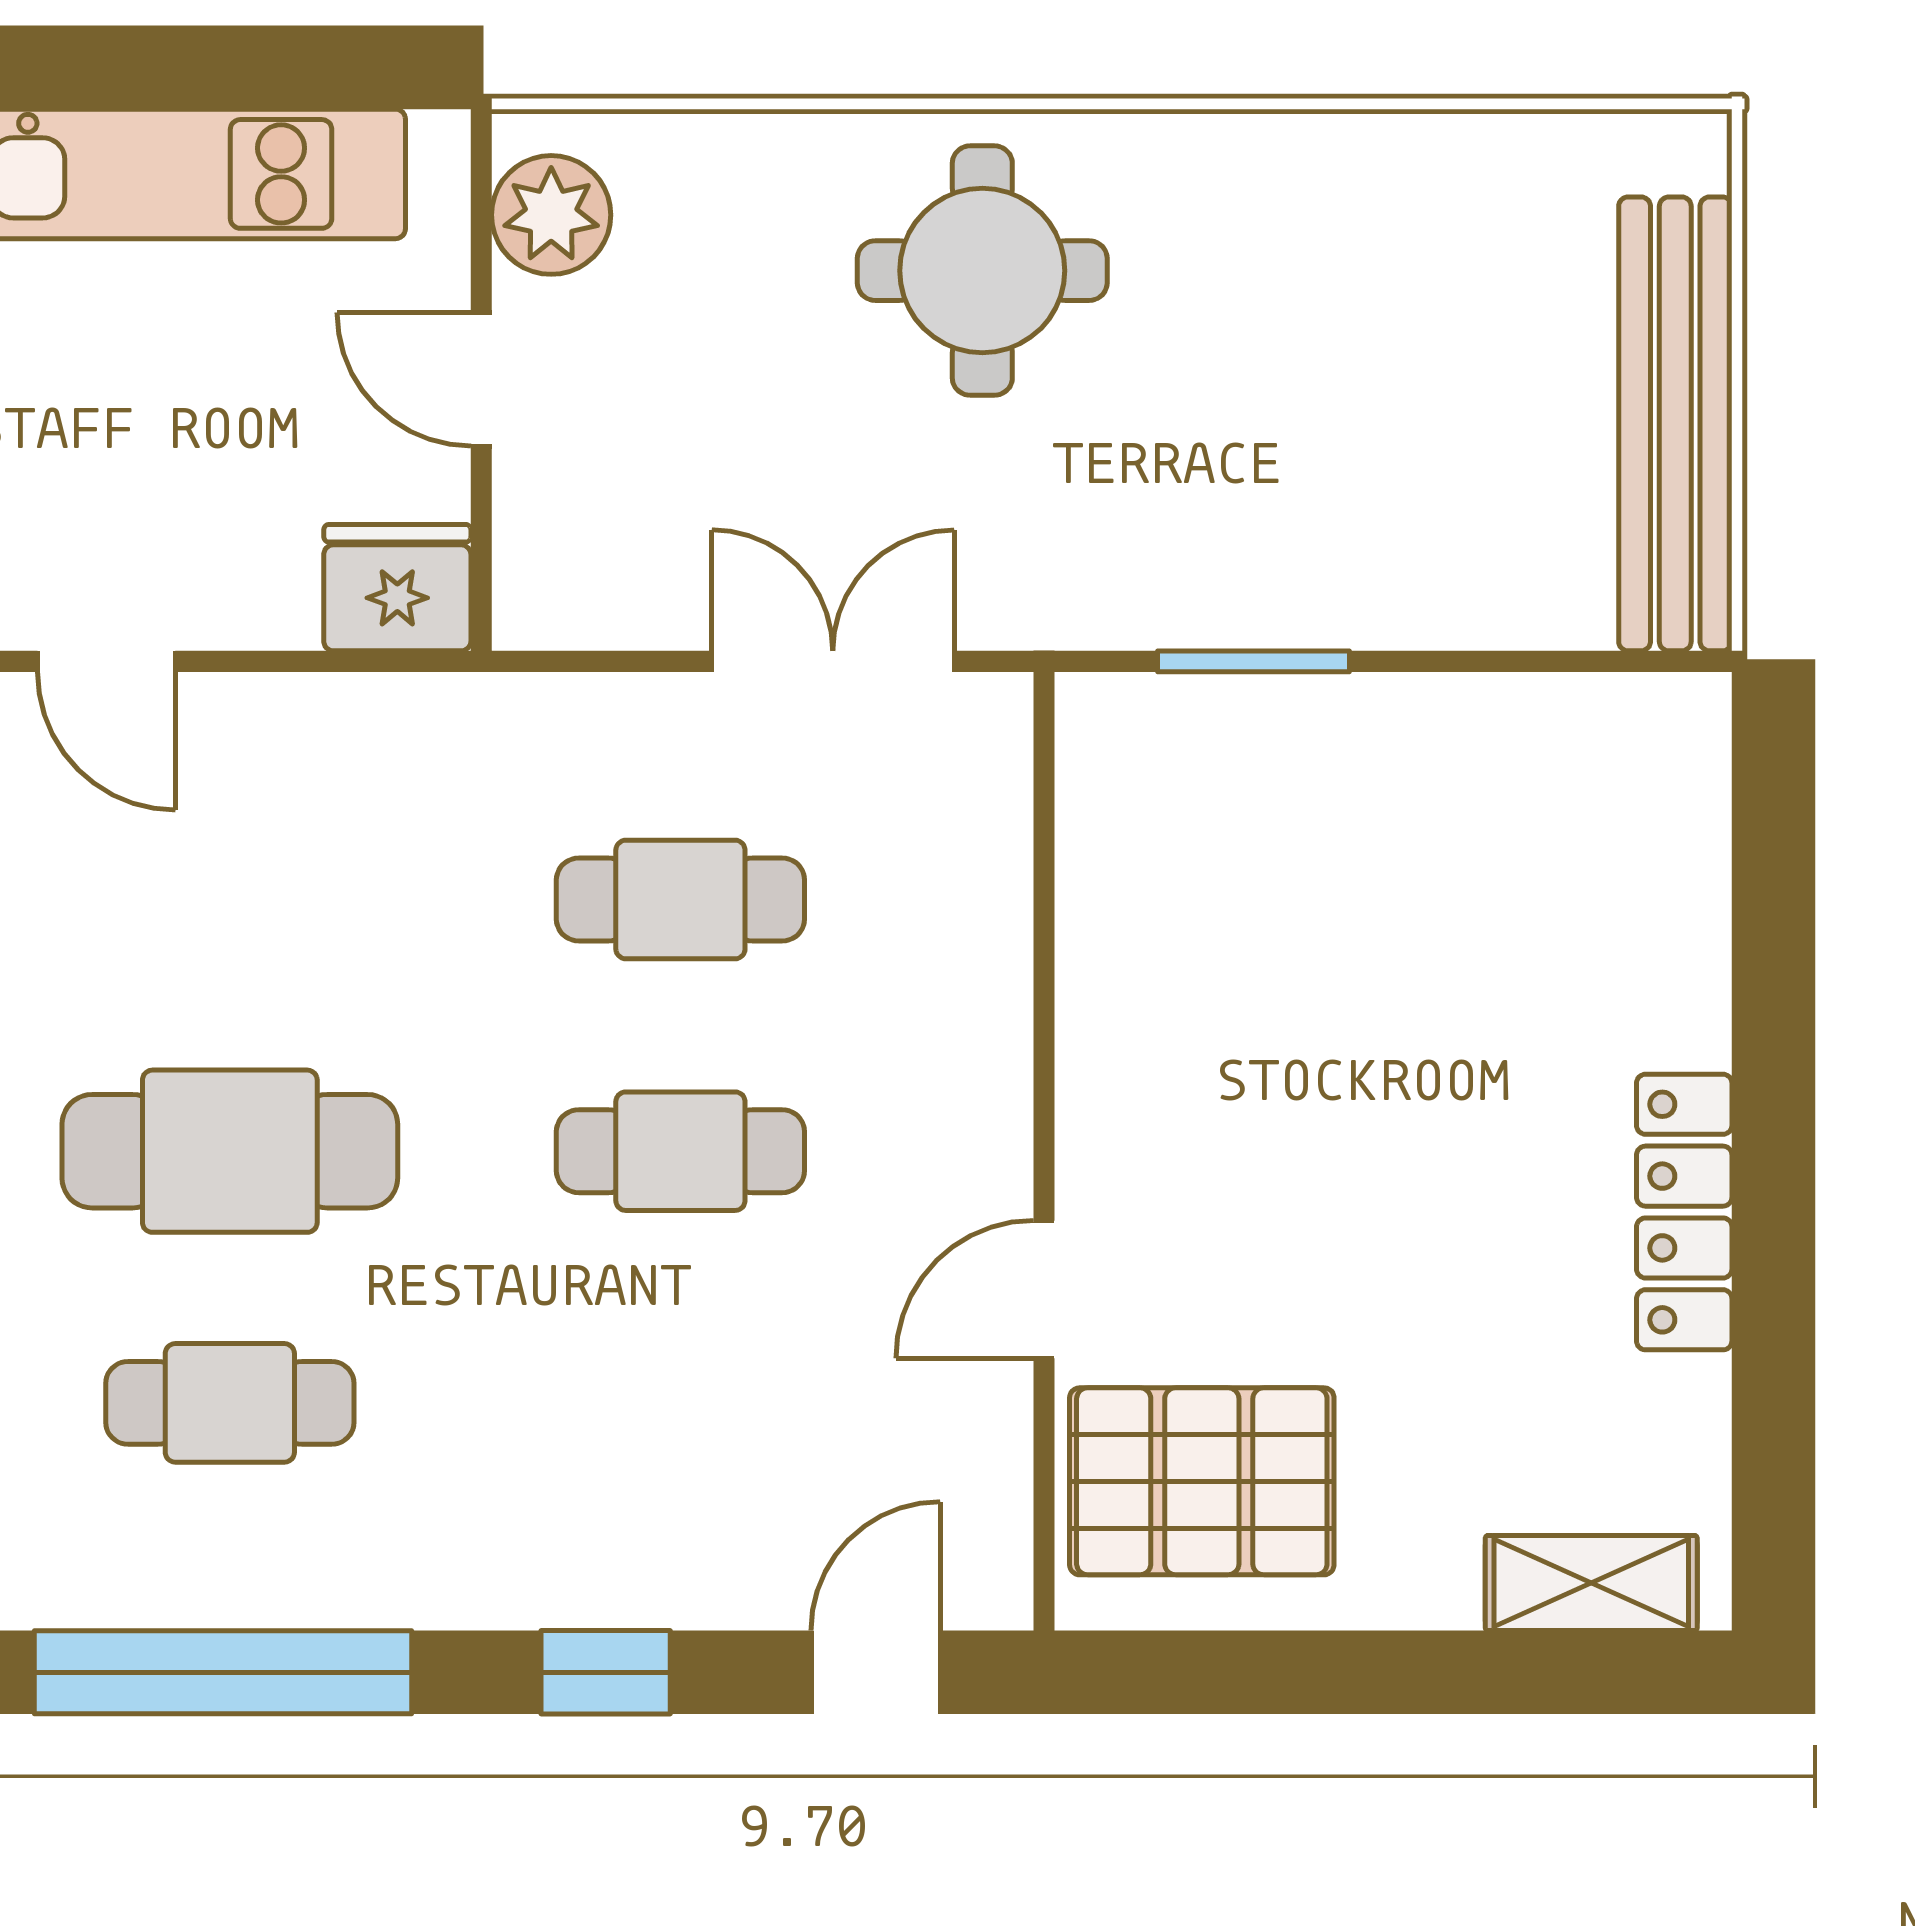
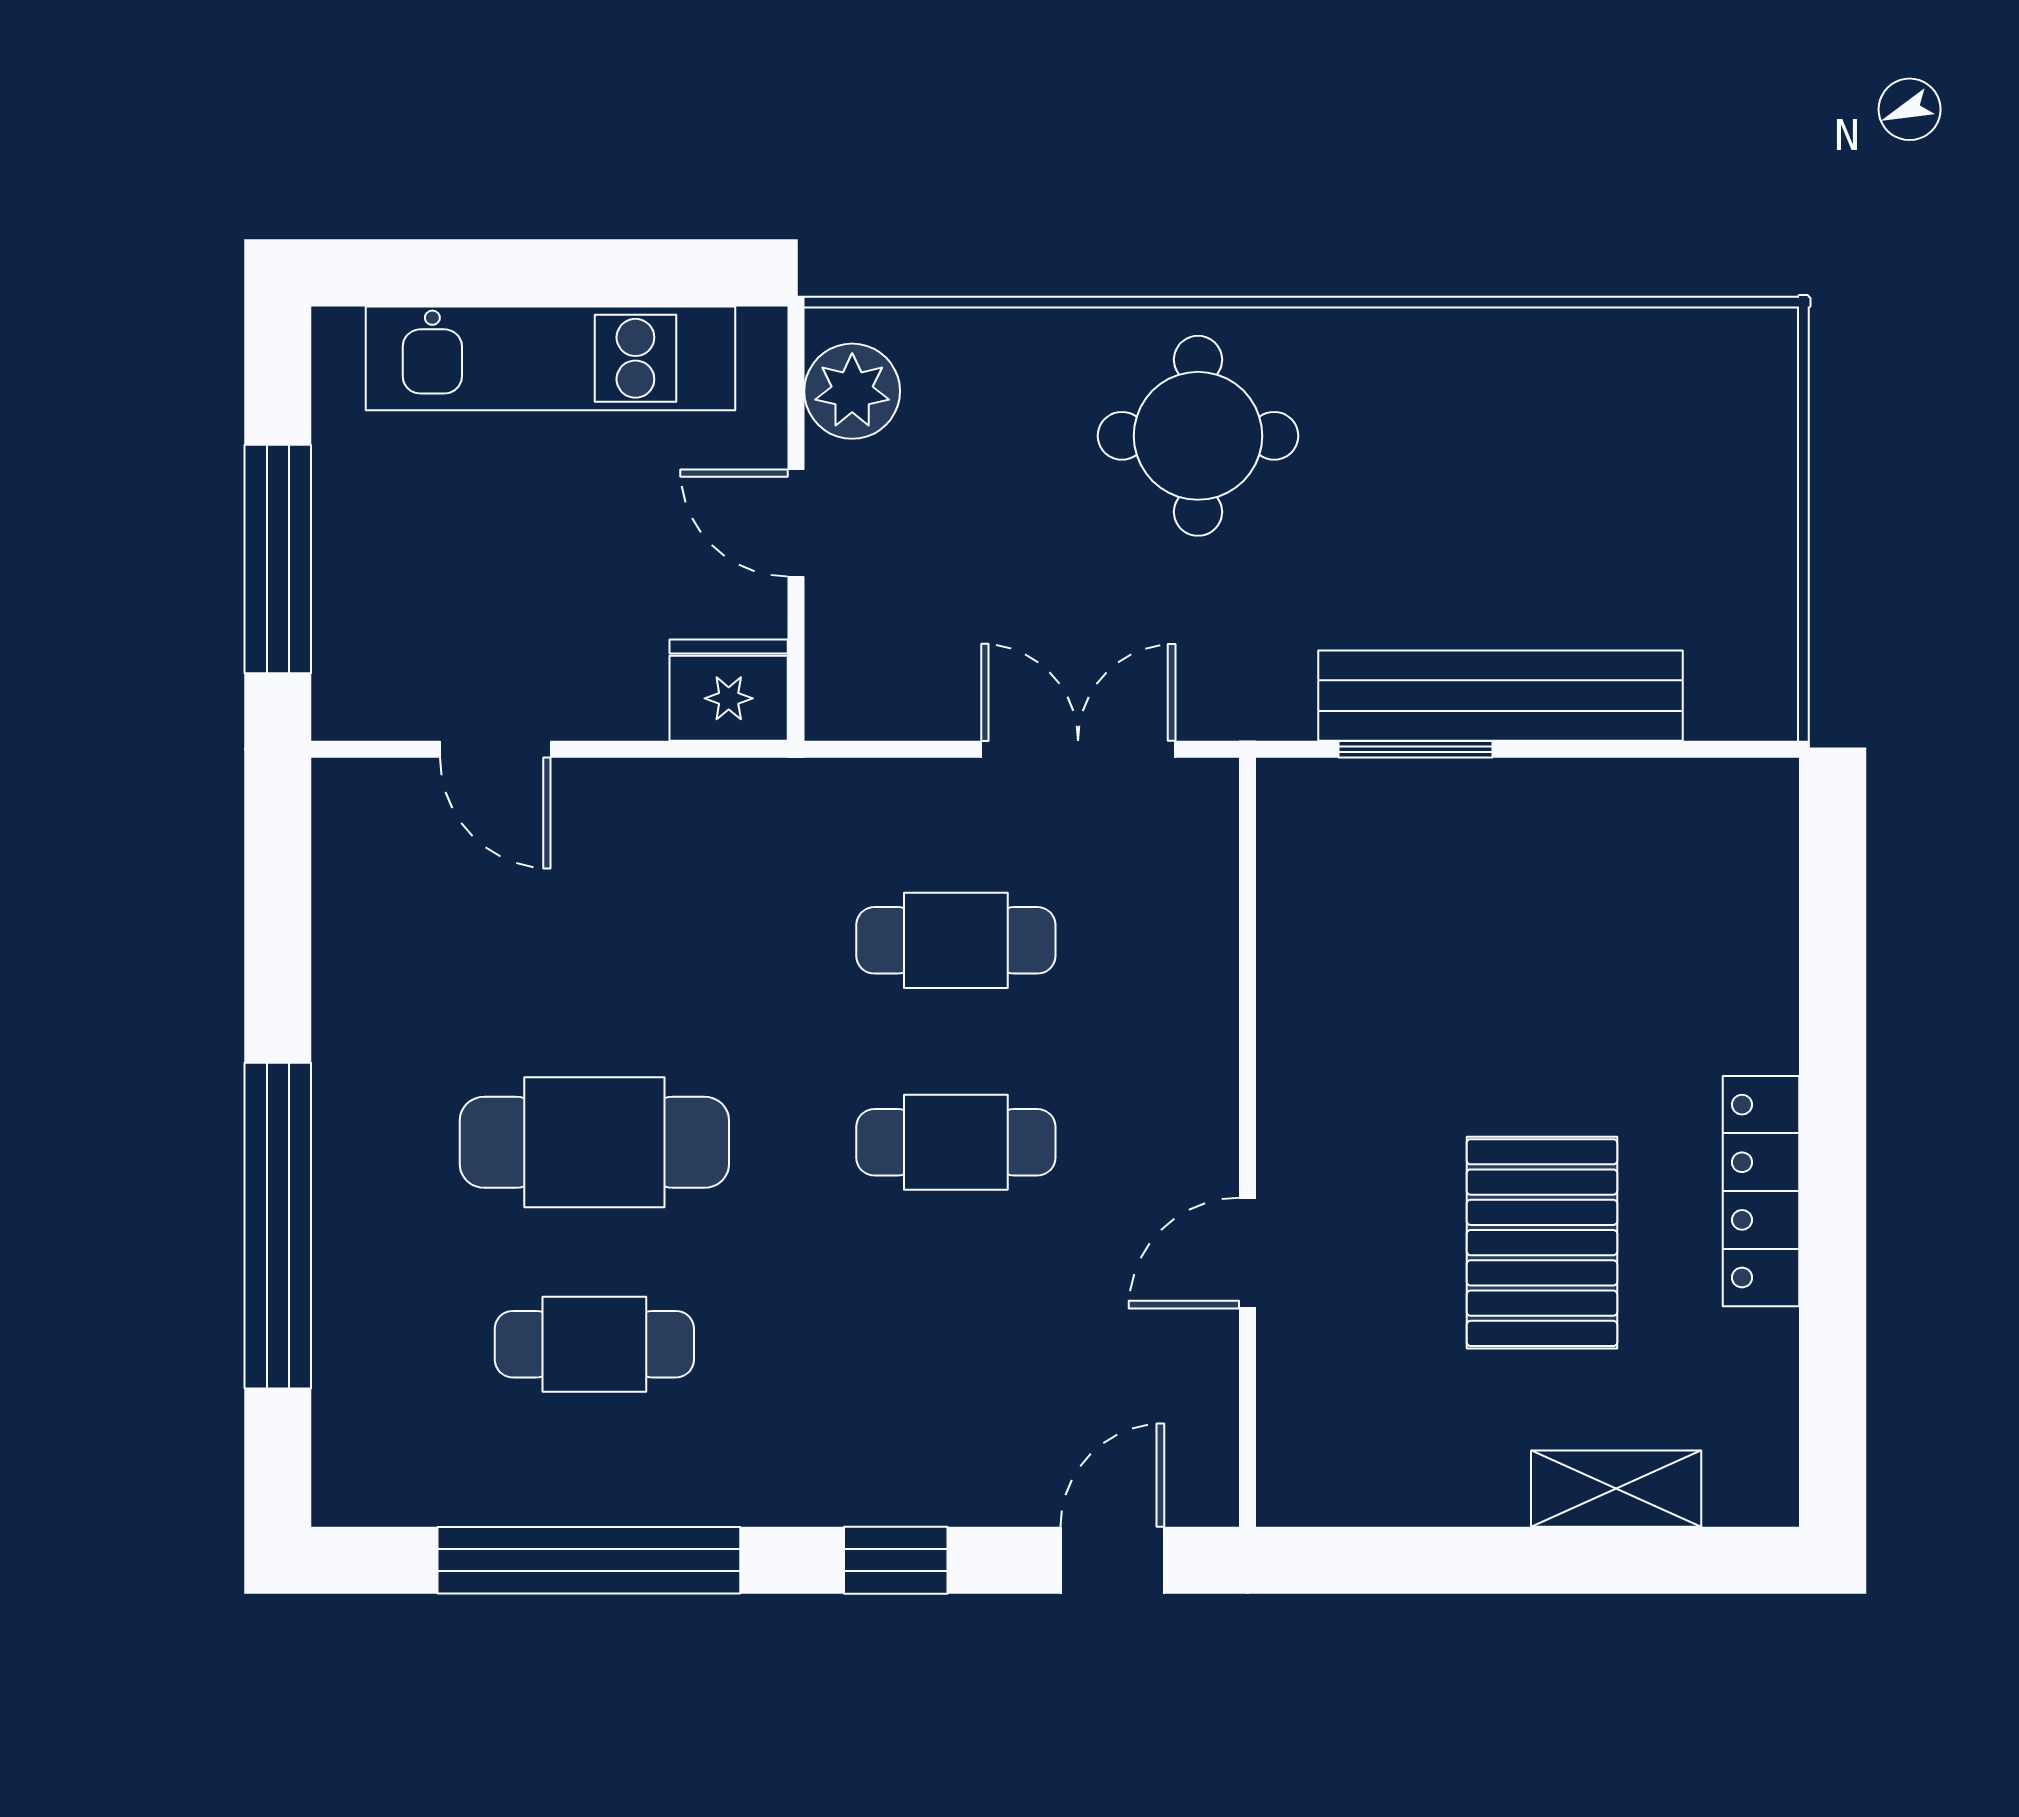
bench: (1675, 424) -> (1501, 696), moved, turned 90
pallet: (1202, 1481) -> (1542, 1243), moved, turned 90
shelving: (1591, 1583) -> (1616, 1489), moved

